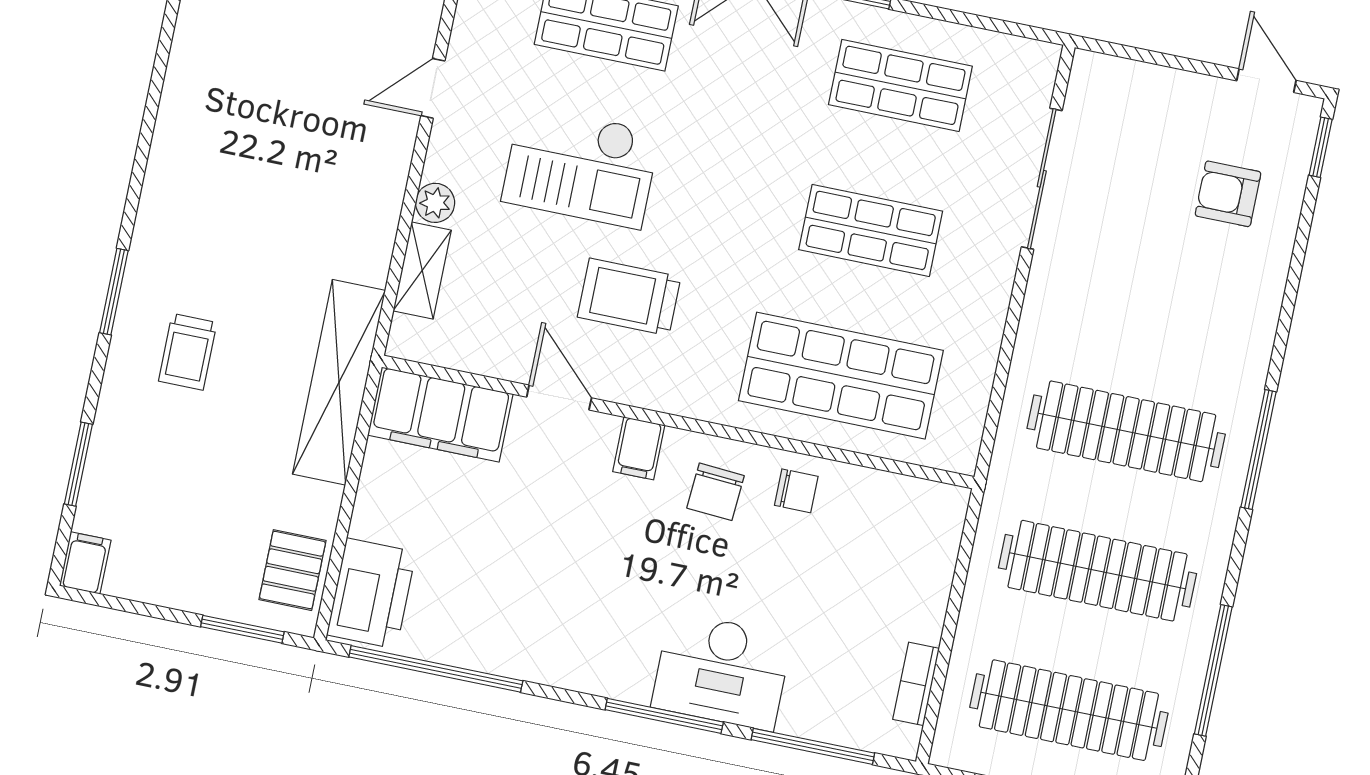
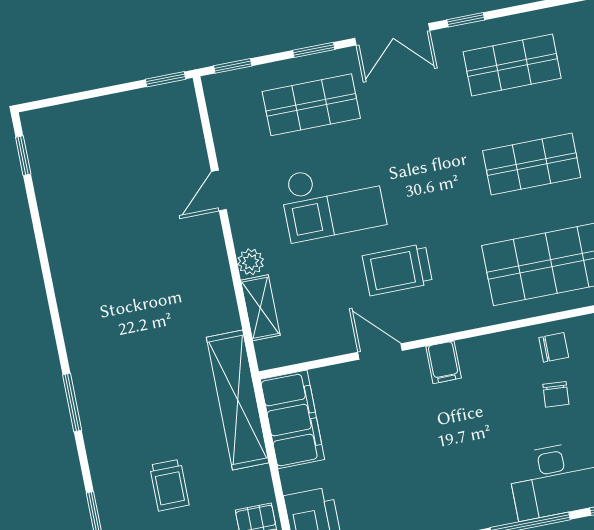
trolley: (188, 352) -> (169, 485), moved
filing cabinet: (440, 415) -> (292, 419), moved, turned -90
chair: (716, 492) -> (556, 394), moved, width x0.73, depth x0.73

